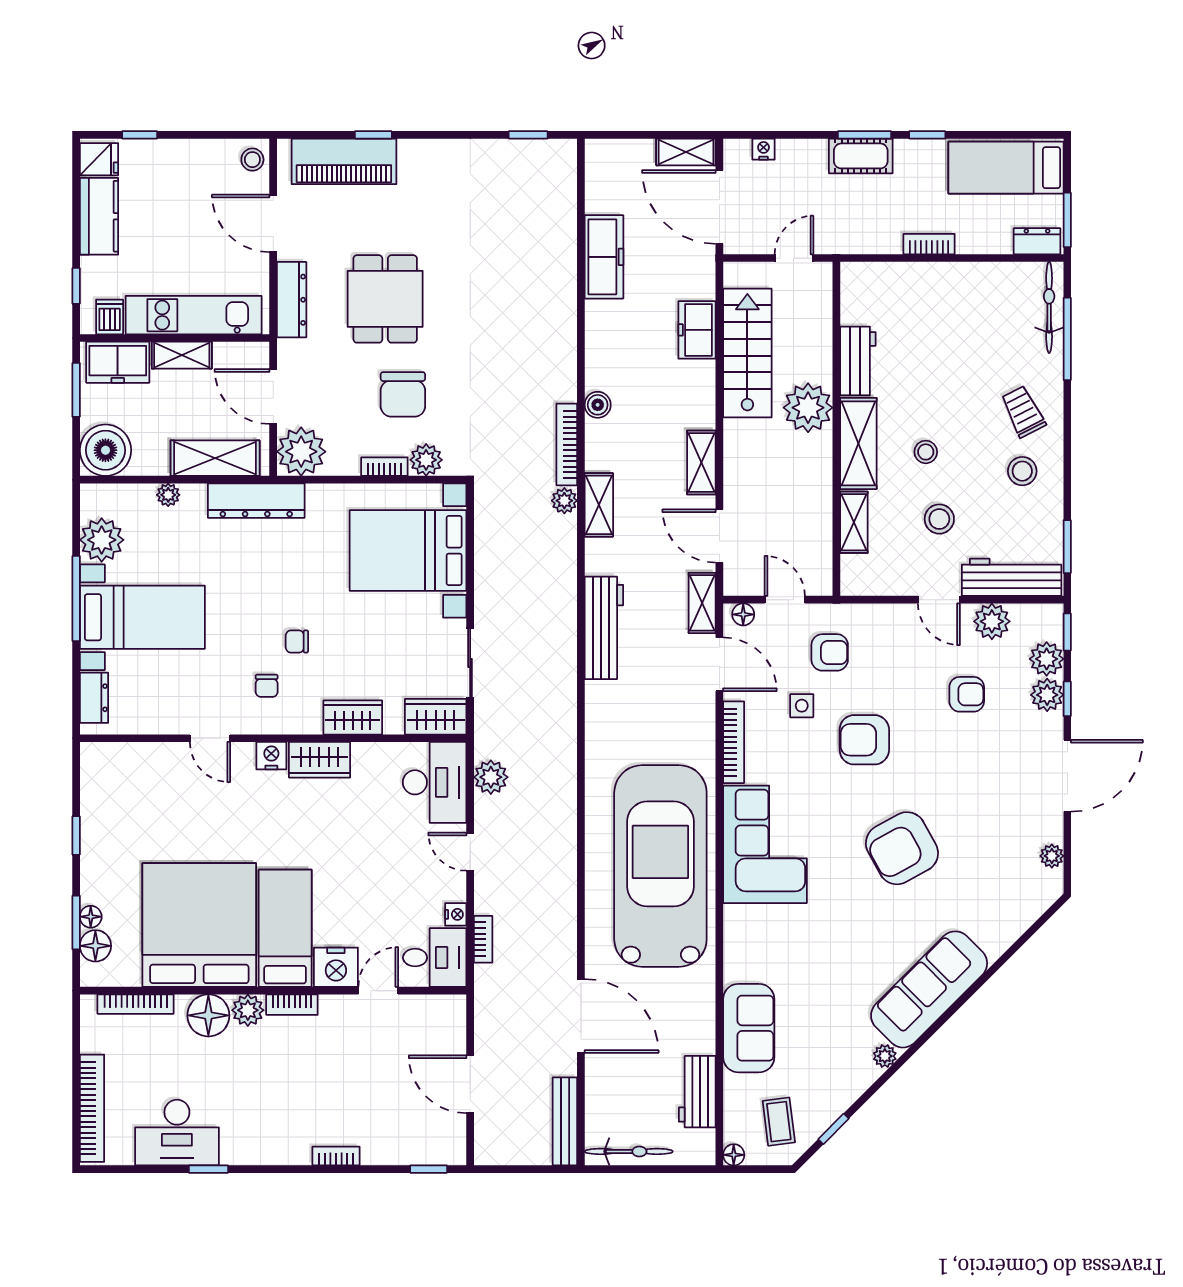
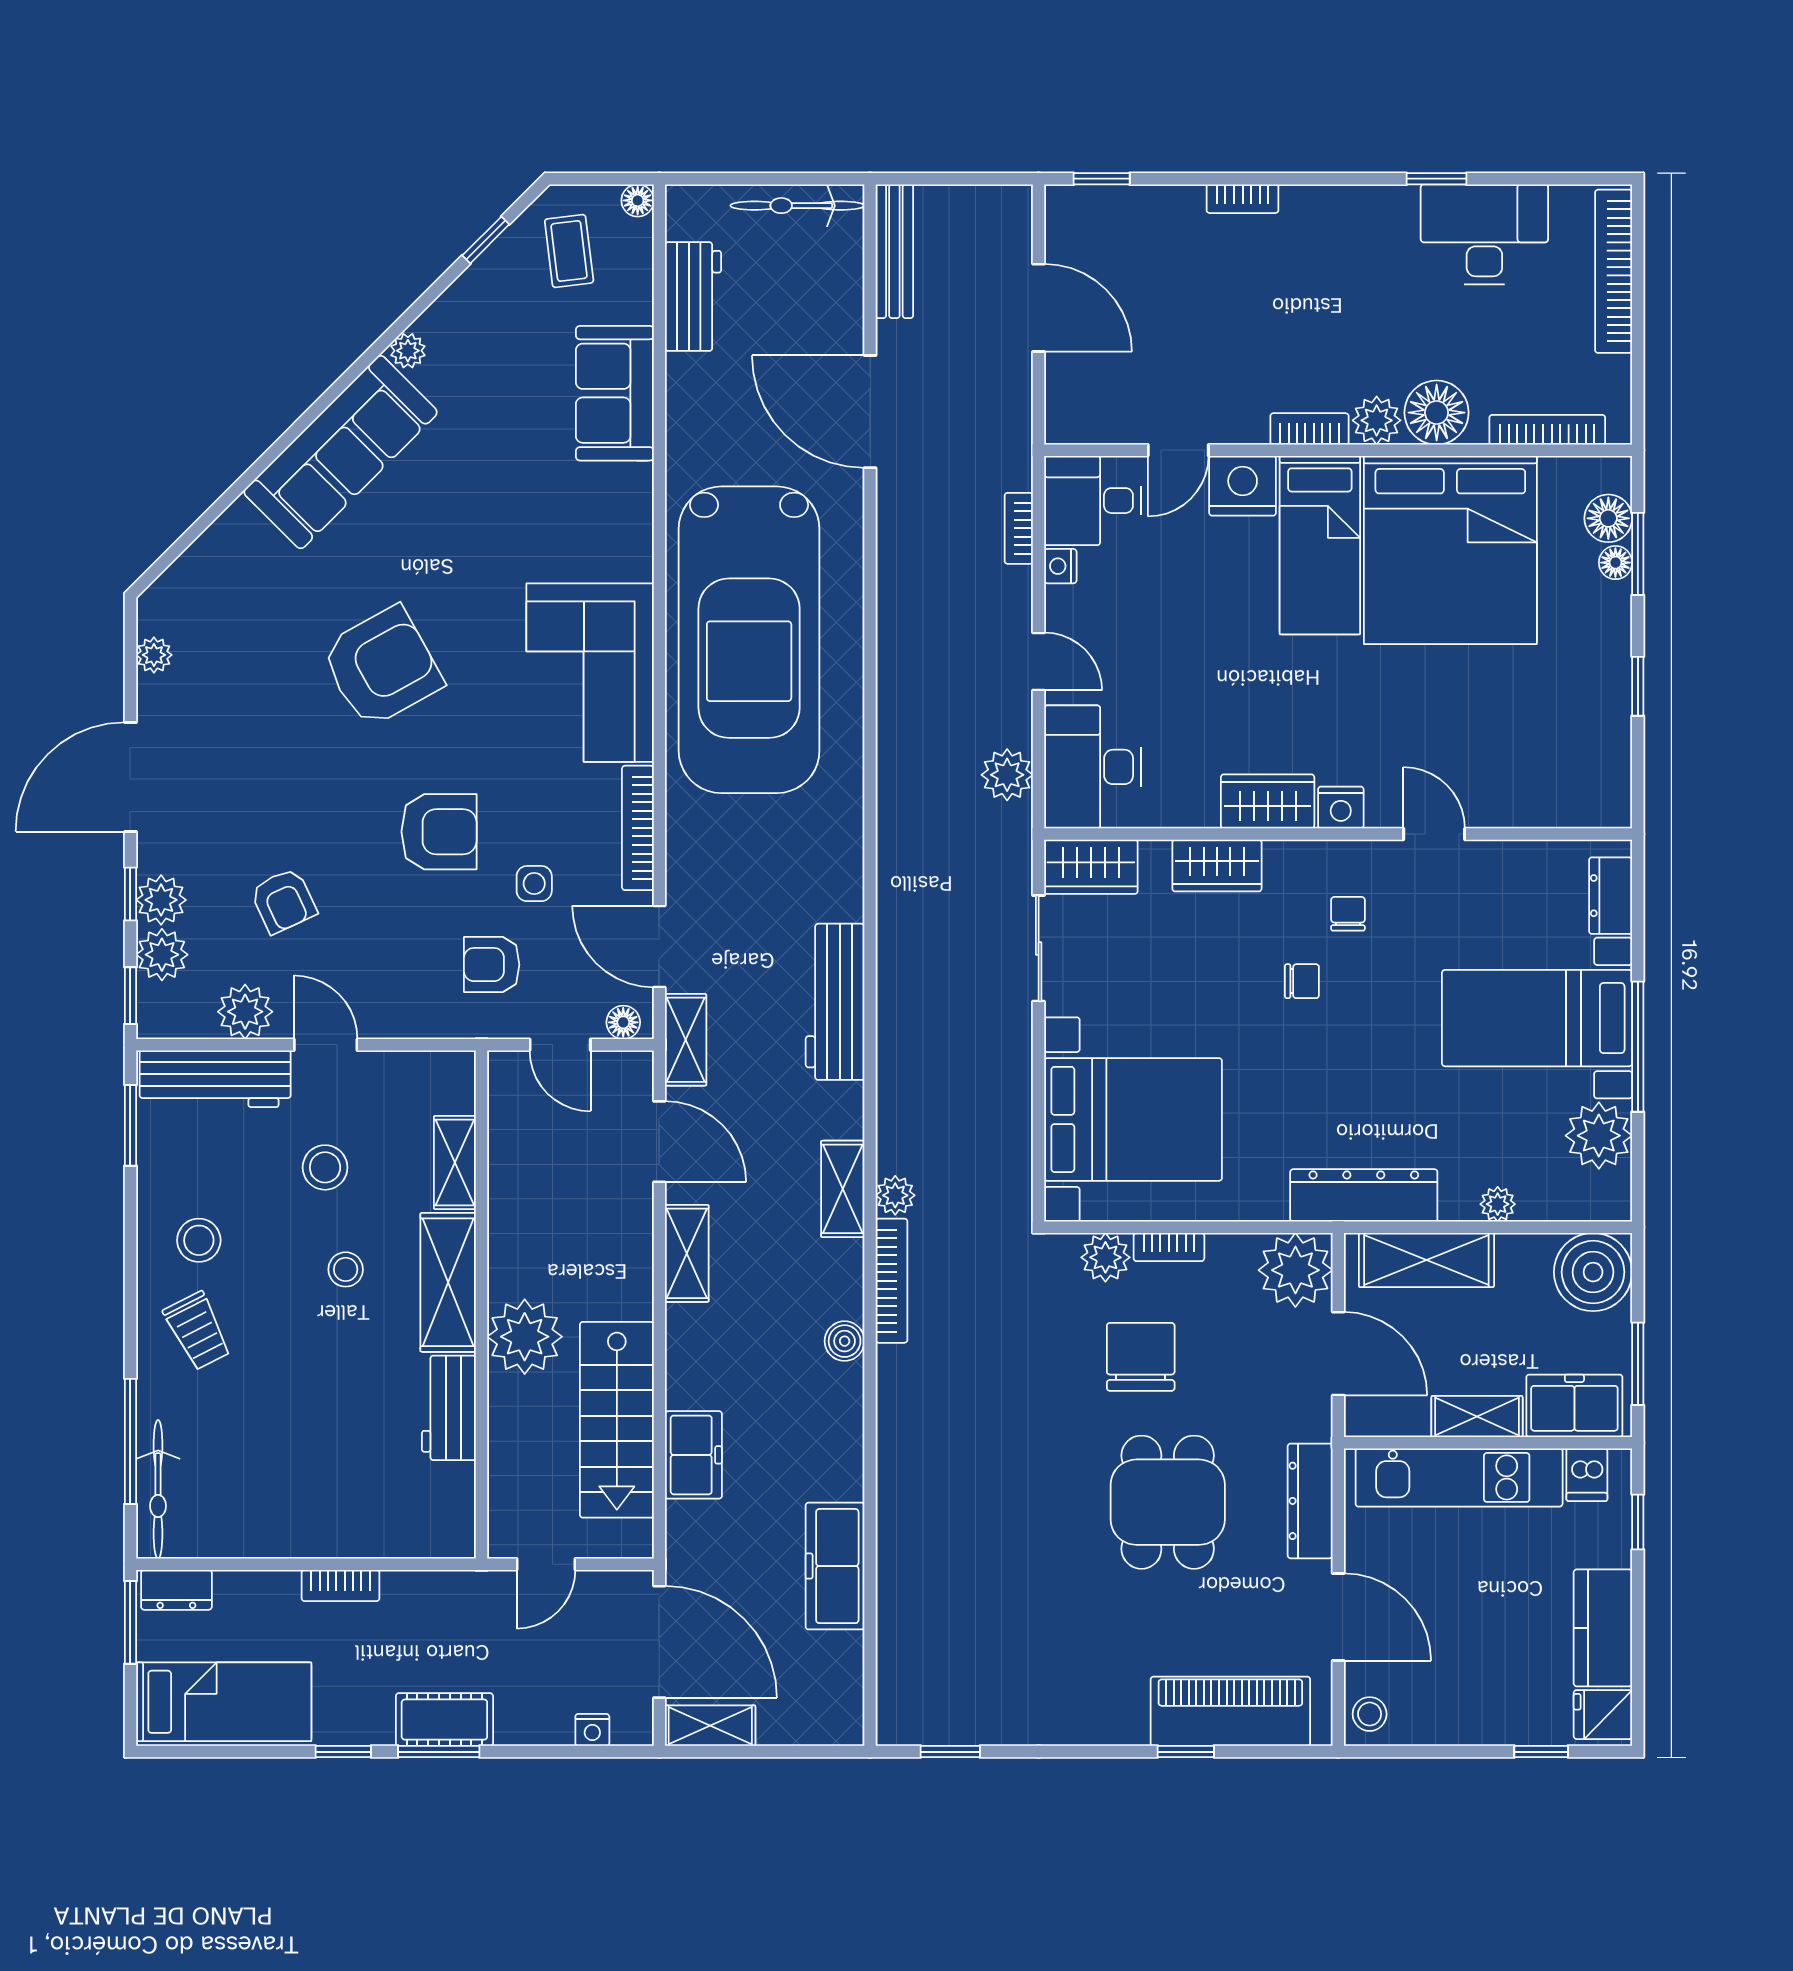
armchair: (967, 694) -> (283, 901), turned -115

